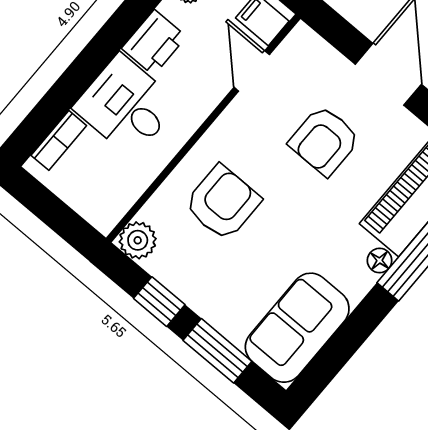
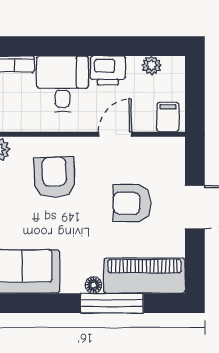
door: (252, 71) -> (115, 134), moved
armchair: (223, 203) -> (54, 177), turned -92

